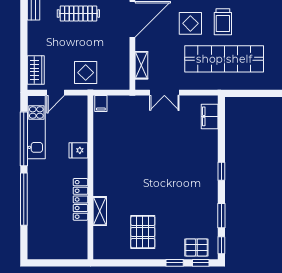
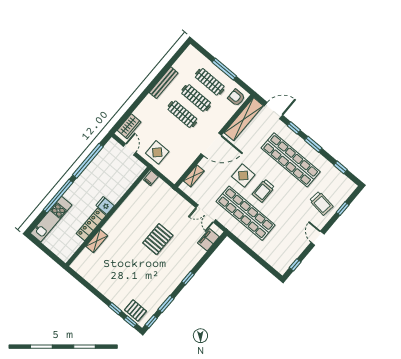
door: (56, 93) -> (130, 149), swing flipped
double door: (164, 93) -> (206, 214), moved
kitchen unit: (36, 127) -> (51, 219), moved
fridge: (78, 150) -> (105, 206), moved
pallet: (143, 232) -> (158, 239), moved

